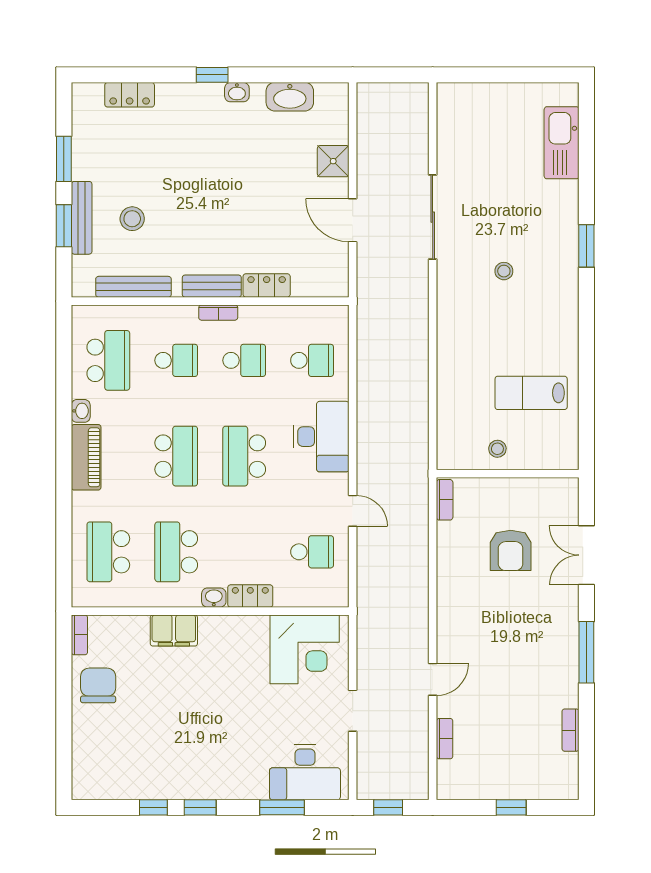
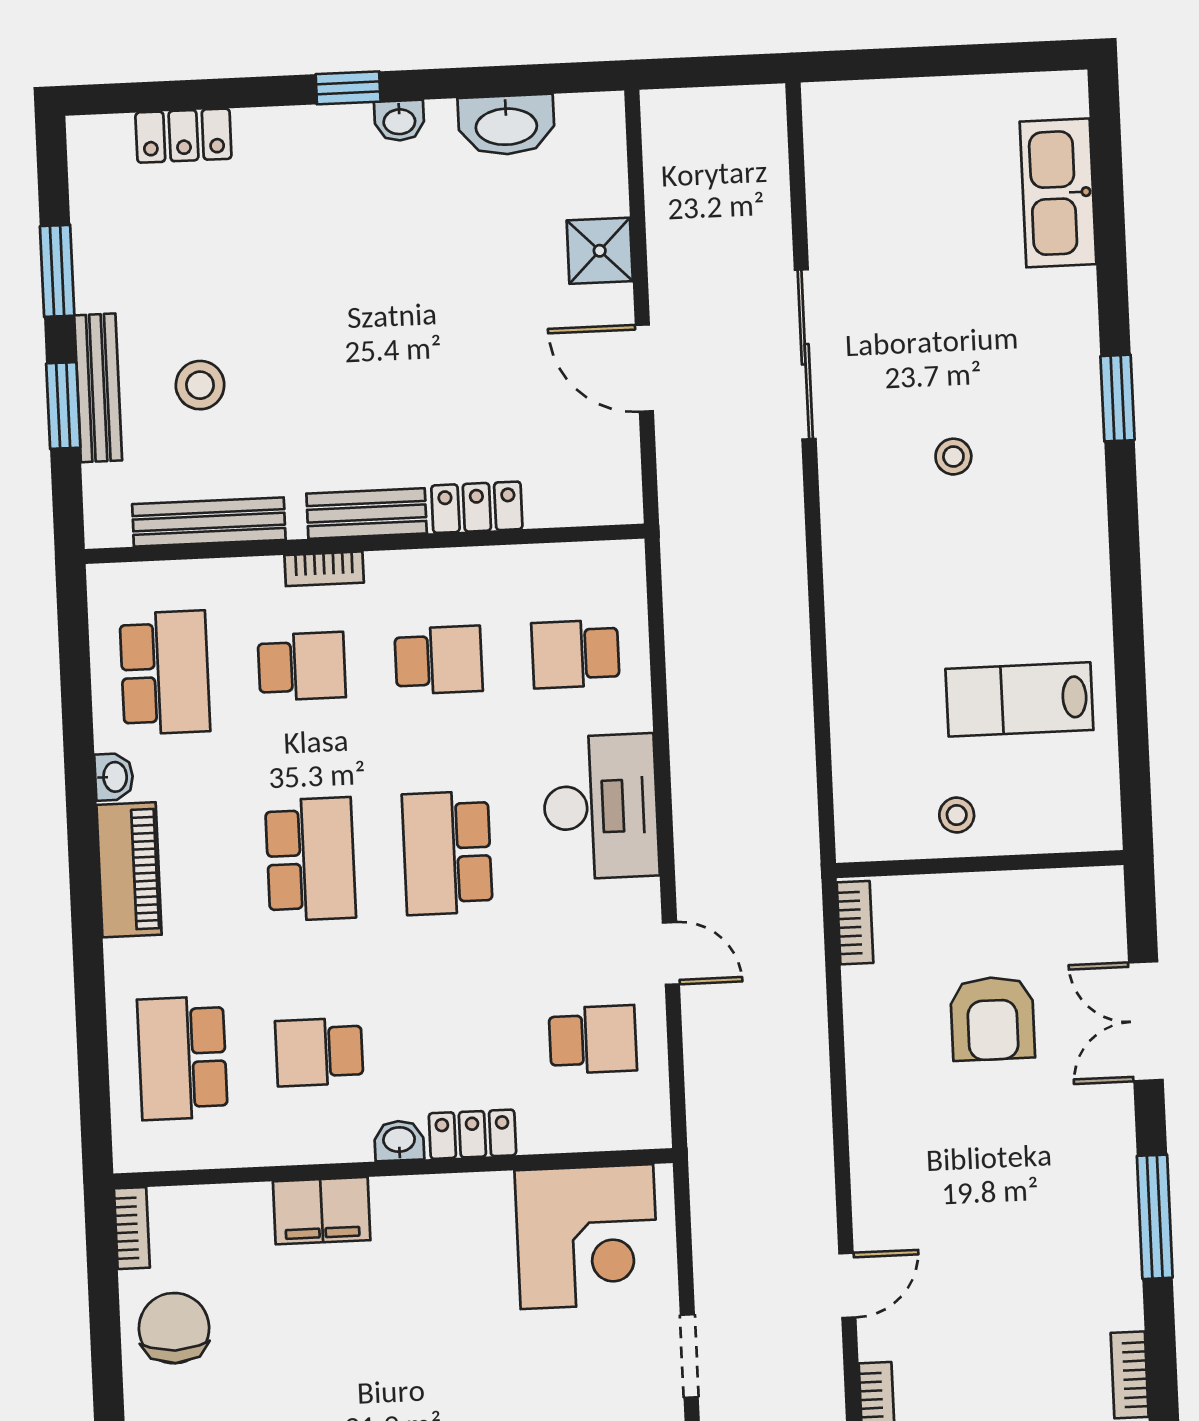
bookcase: (218, 313) -> (324, 569), moved
school desk: (312, 360) -> (575, 654), turned 180
school desk: (176, 552) -> (319, 1052), width x0.54

